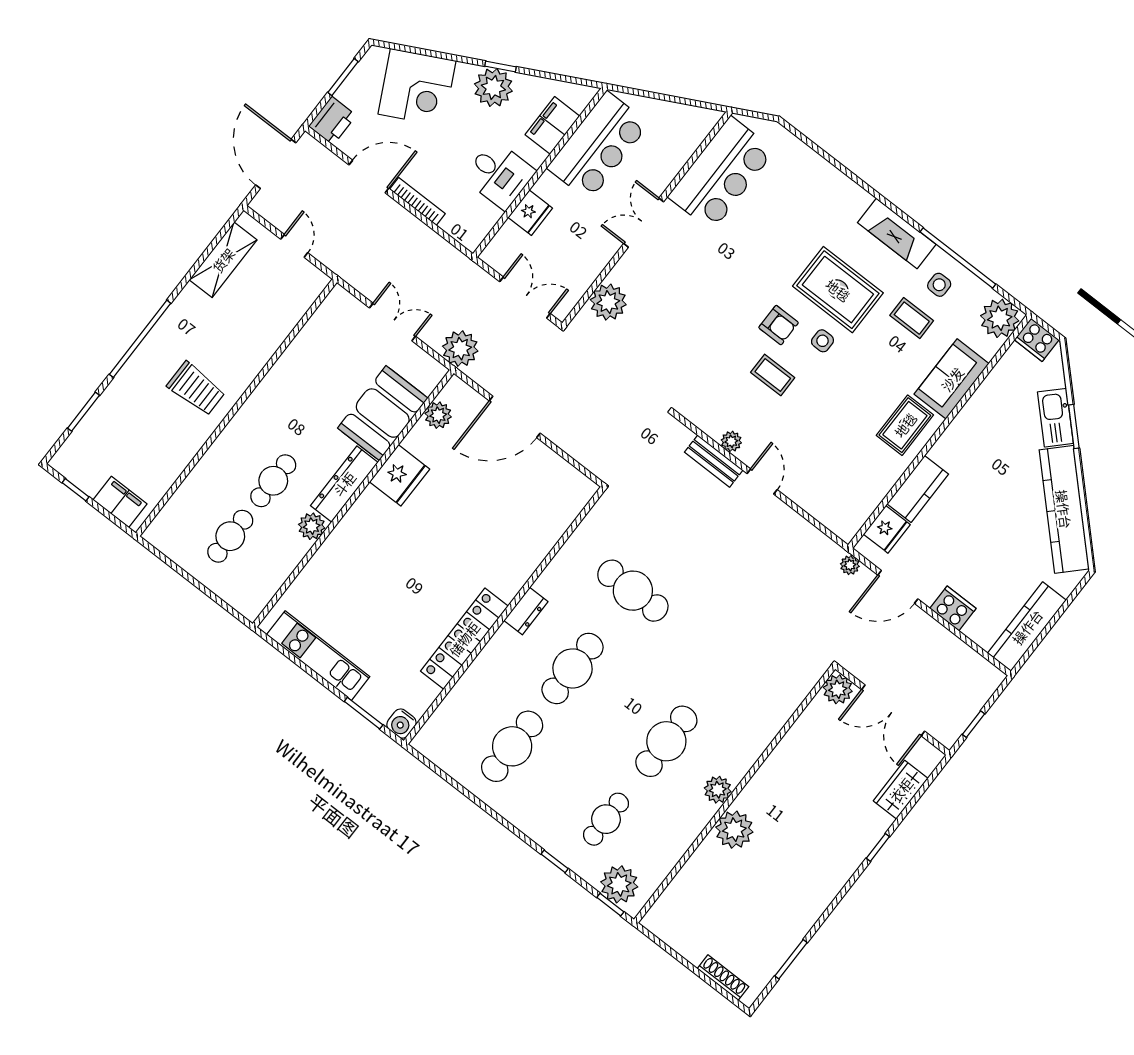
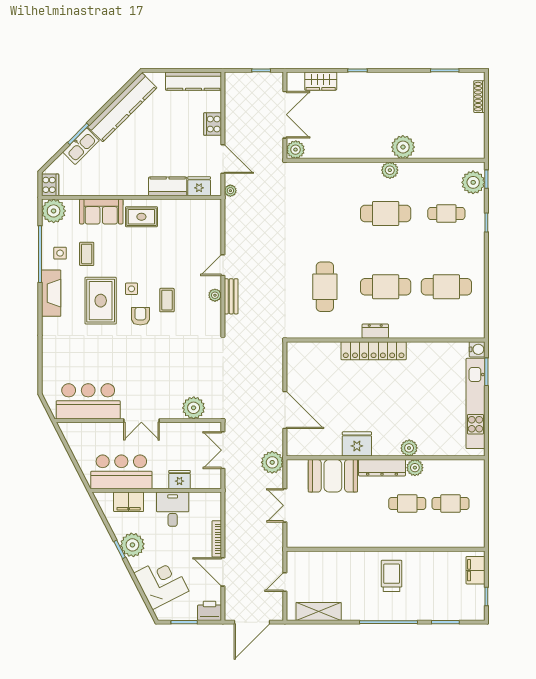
plant: (438, 415) -> (409, 448), moved
locker: (464, 639) -> (374, 351), moved
kitchen unit: (318, 656) -> (475, 403), width x1.36

